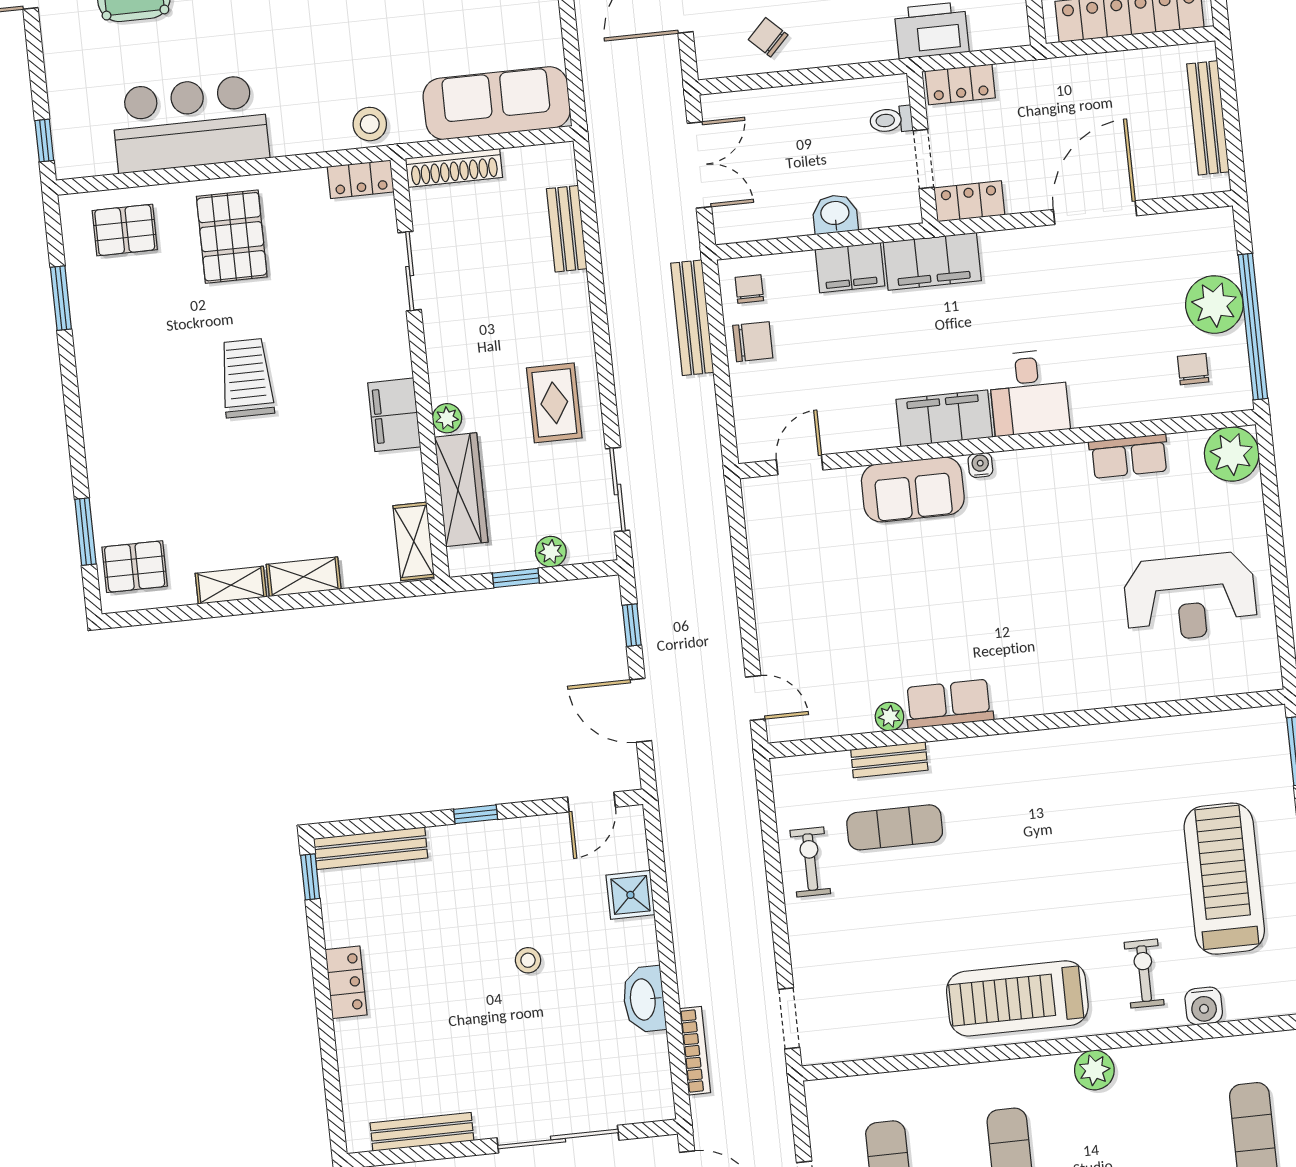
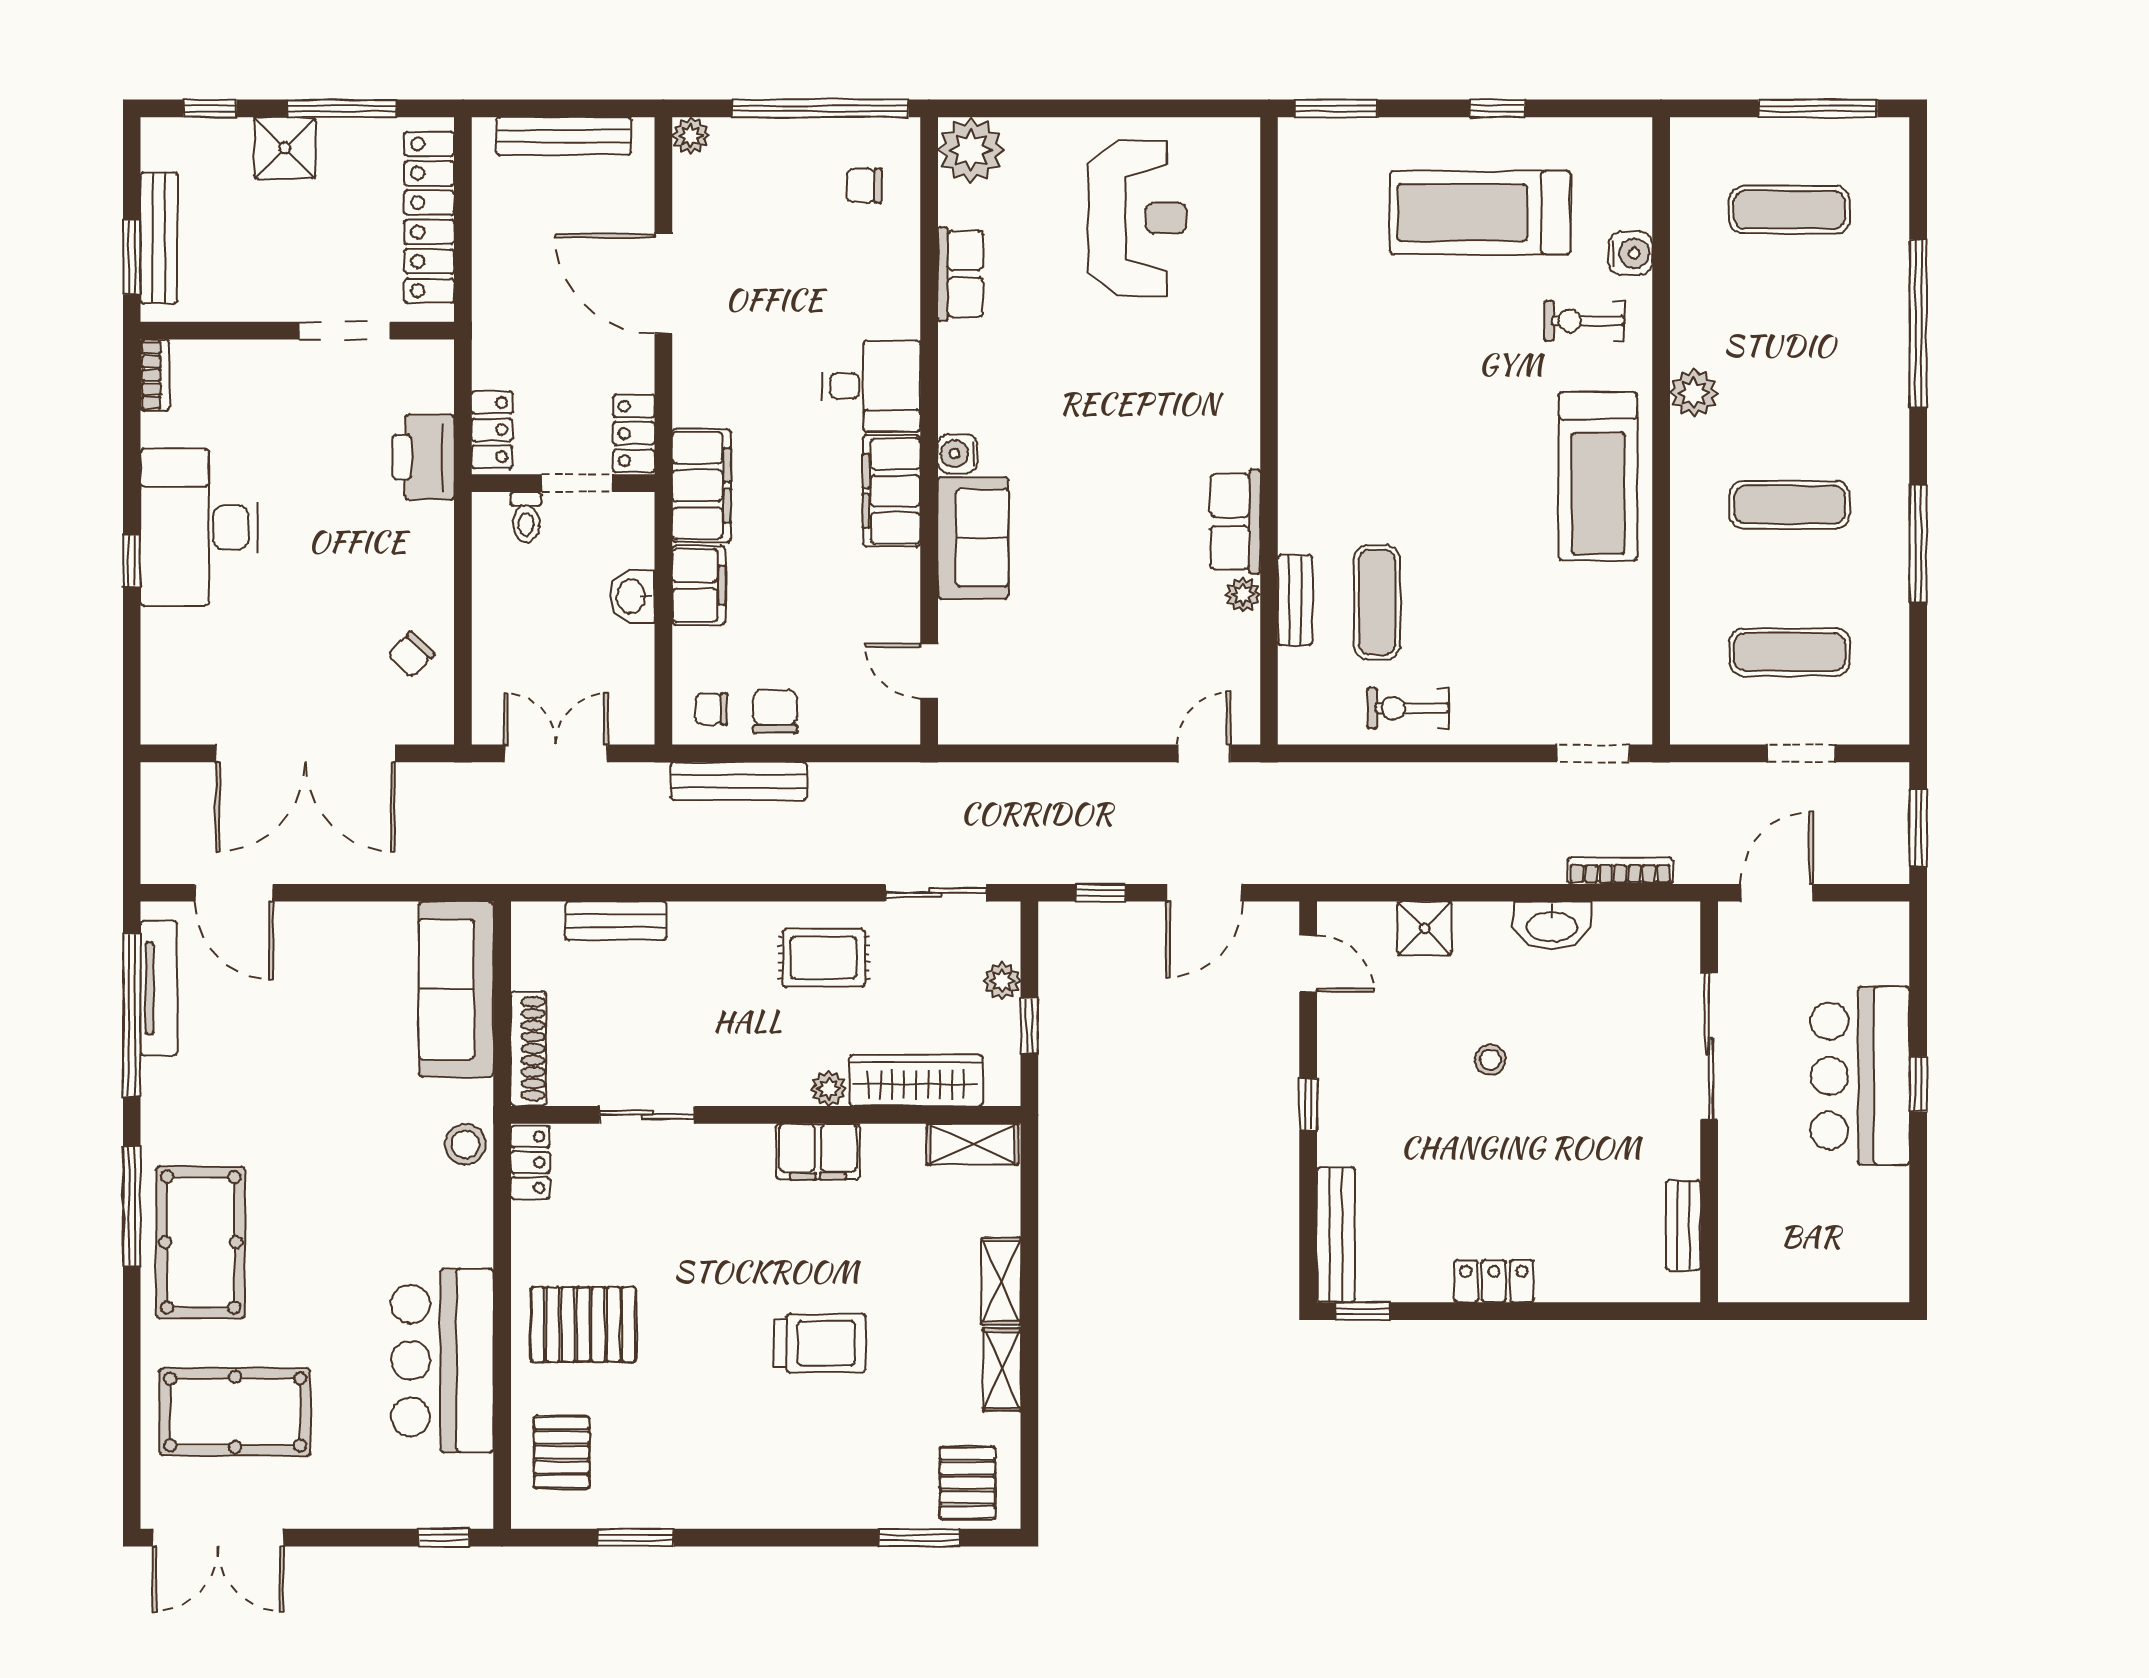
plant: (1214, 305) -> (691, 136), moved, width x0.53, depth x0.53
trolley: (247, 378) -> (820, 1343), moved, turned 180
water cooler: (980, 465) -> (958, 453), width x1.38, depth x1.38
bench: (422, 1132) -> (1683, 1225), width x0.73

